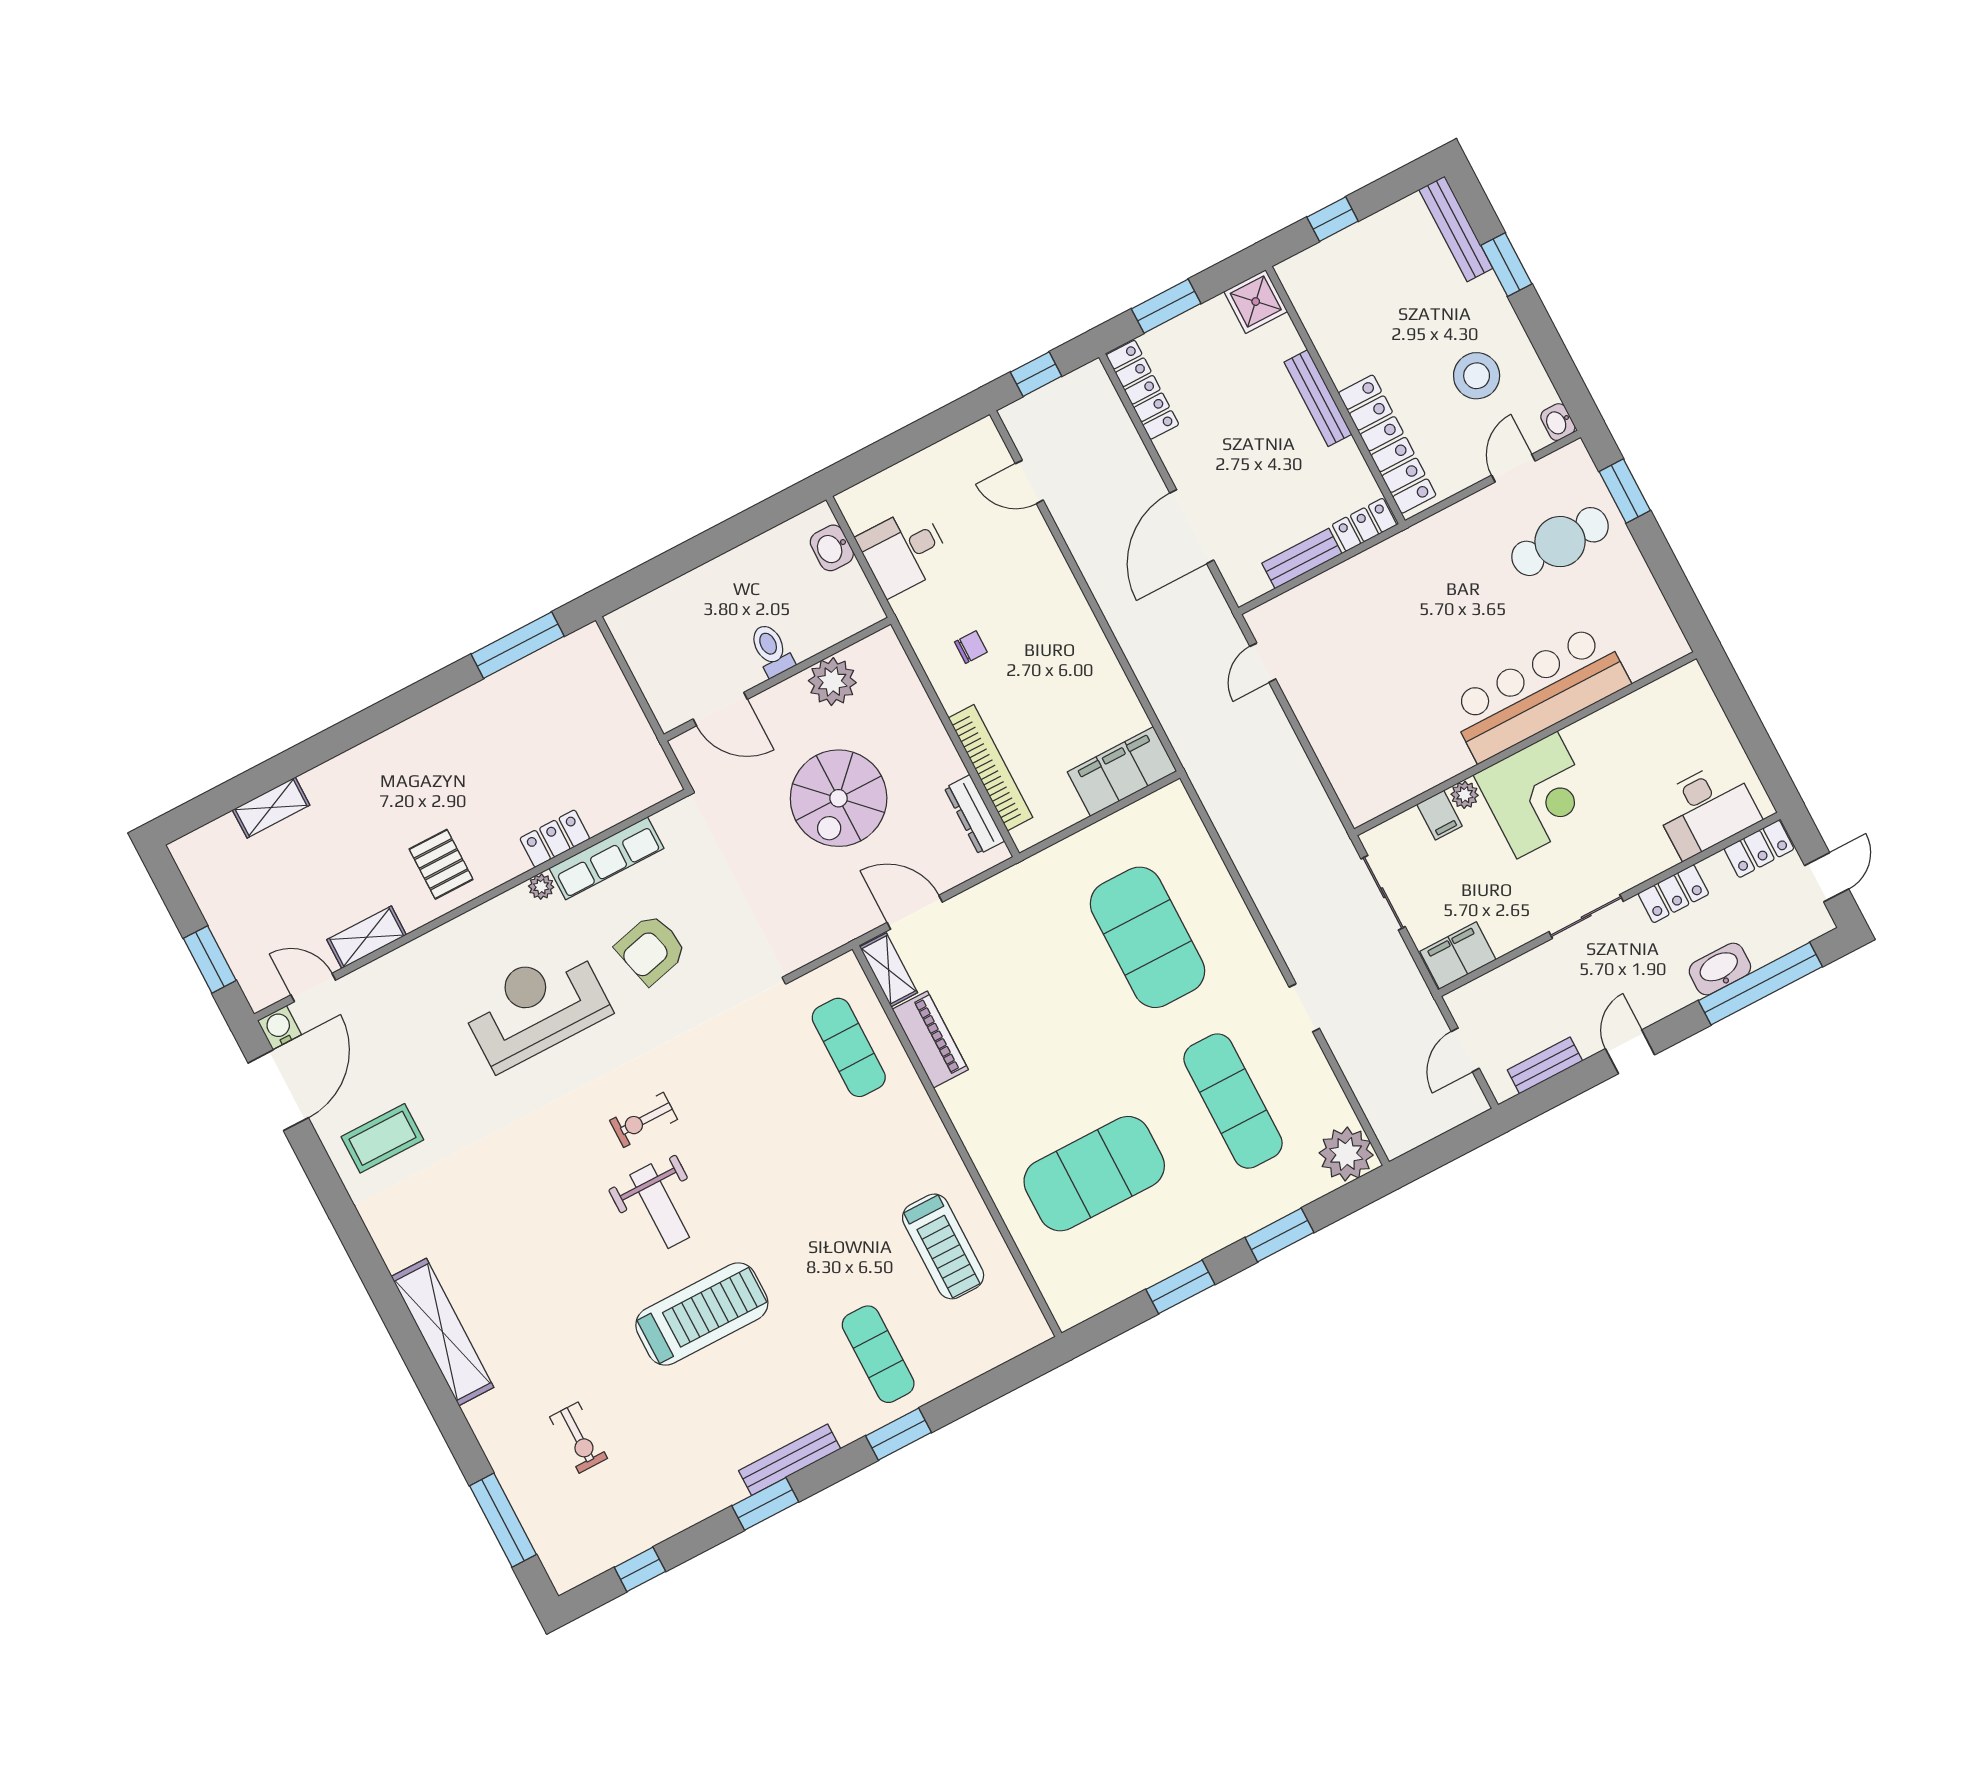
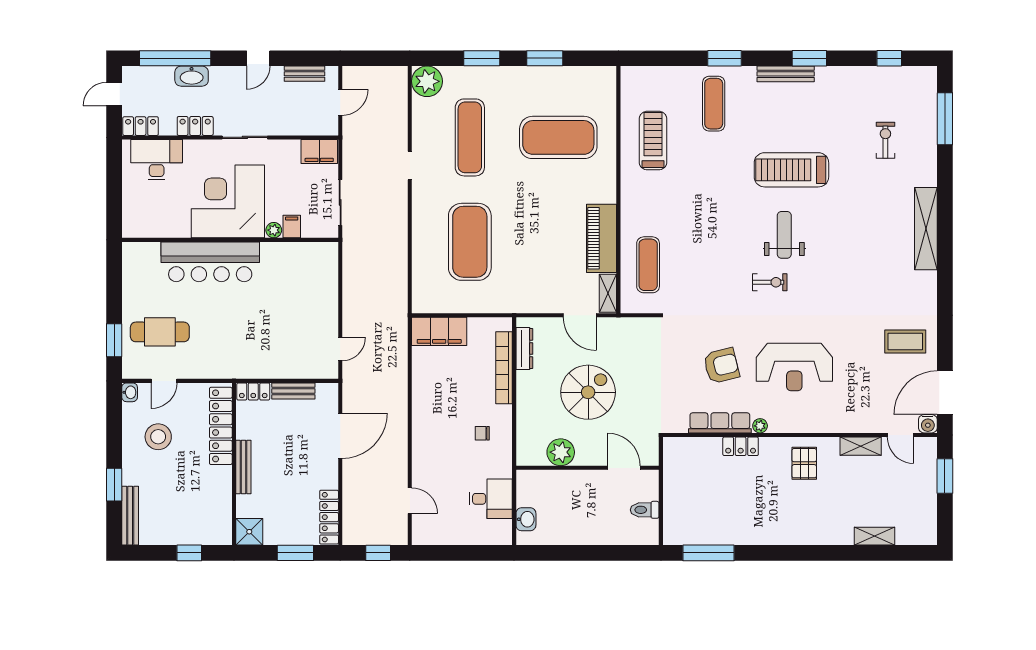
toilet: (771, 650) -> (645, 510), moved, turned 90
corner desk: (1537, 795) -> (228, 201), width x1.36, depth x1.36
piano: (930, 1039) -> (602, 238), width x1.37, depth x1.33

